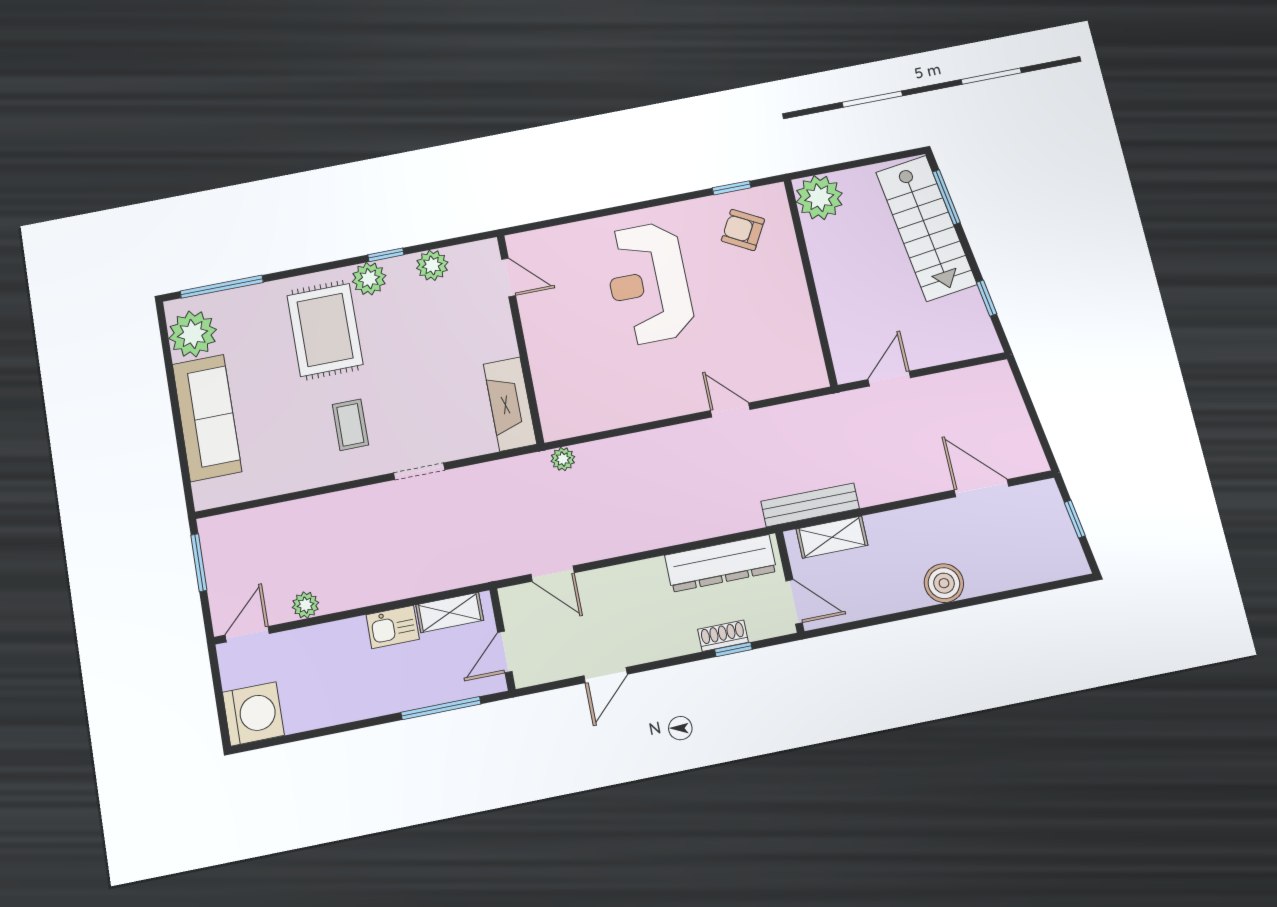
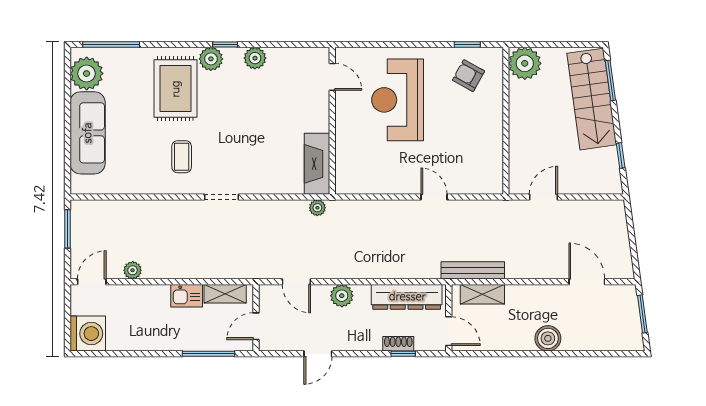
door: (509, 277) -> (332, 77), moved
wall: (520, 339) -> (332, 121), moved
fireplace: (510, 404) -> (317, 164), moved
window: (1075, 519) -> (642, 314), width x1.50
plant: (624, 581) -> (342, 296), added

